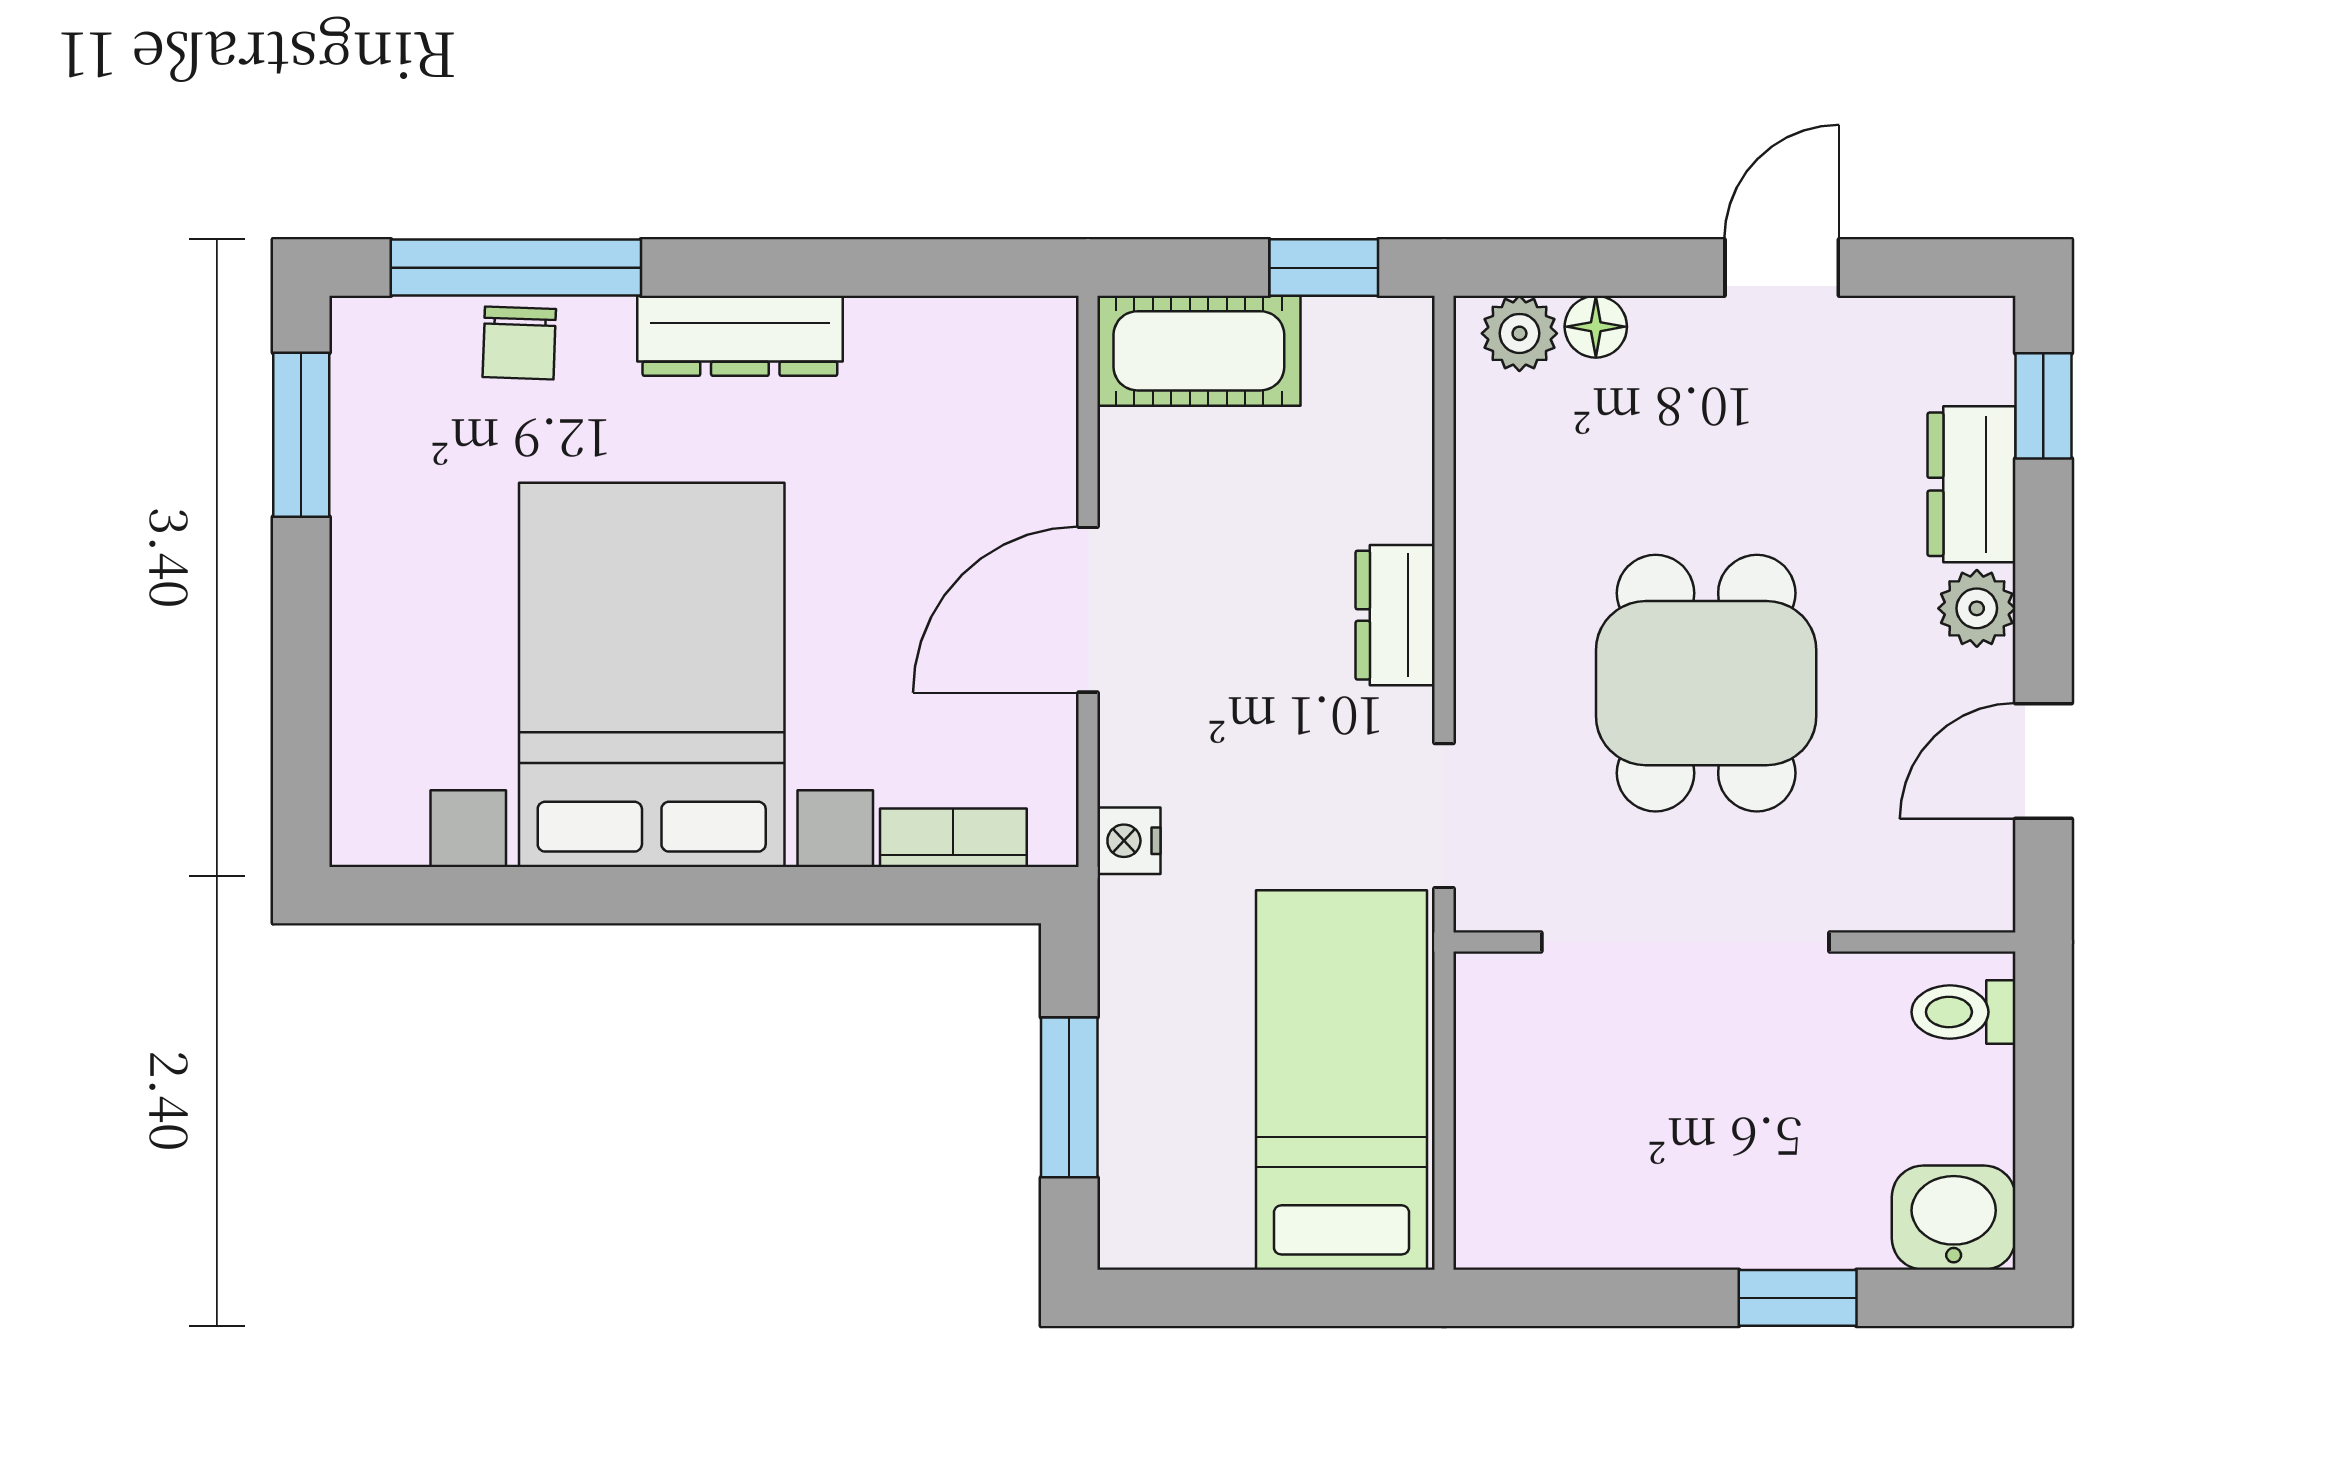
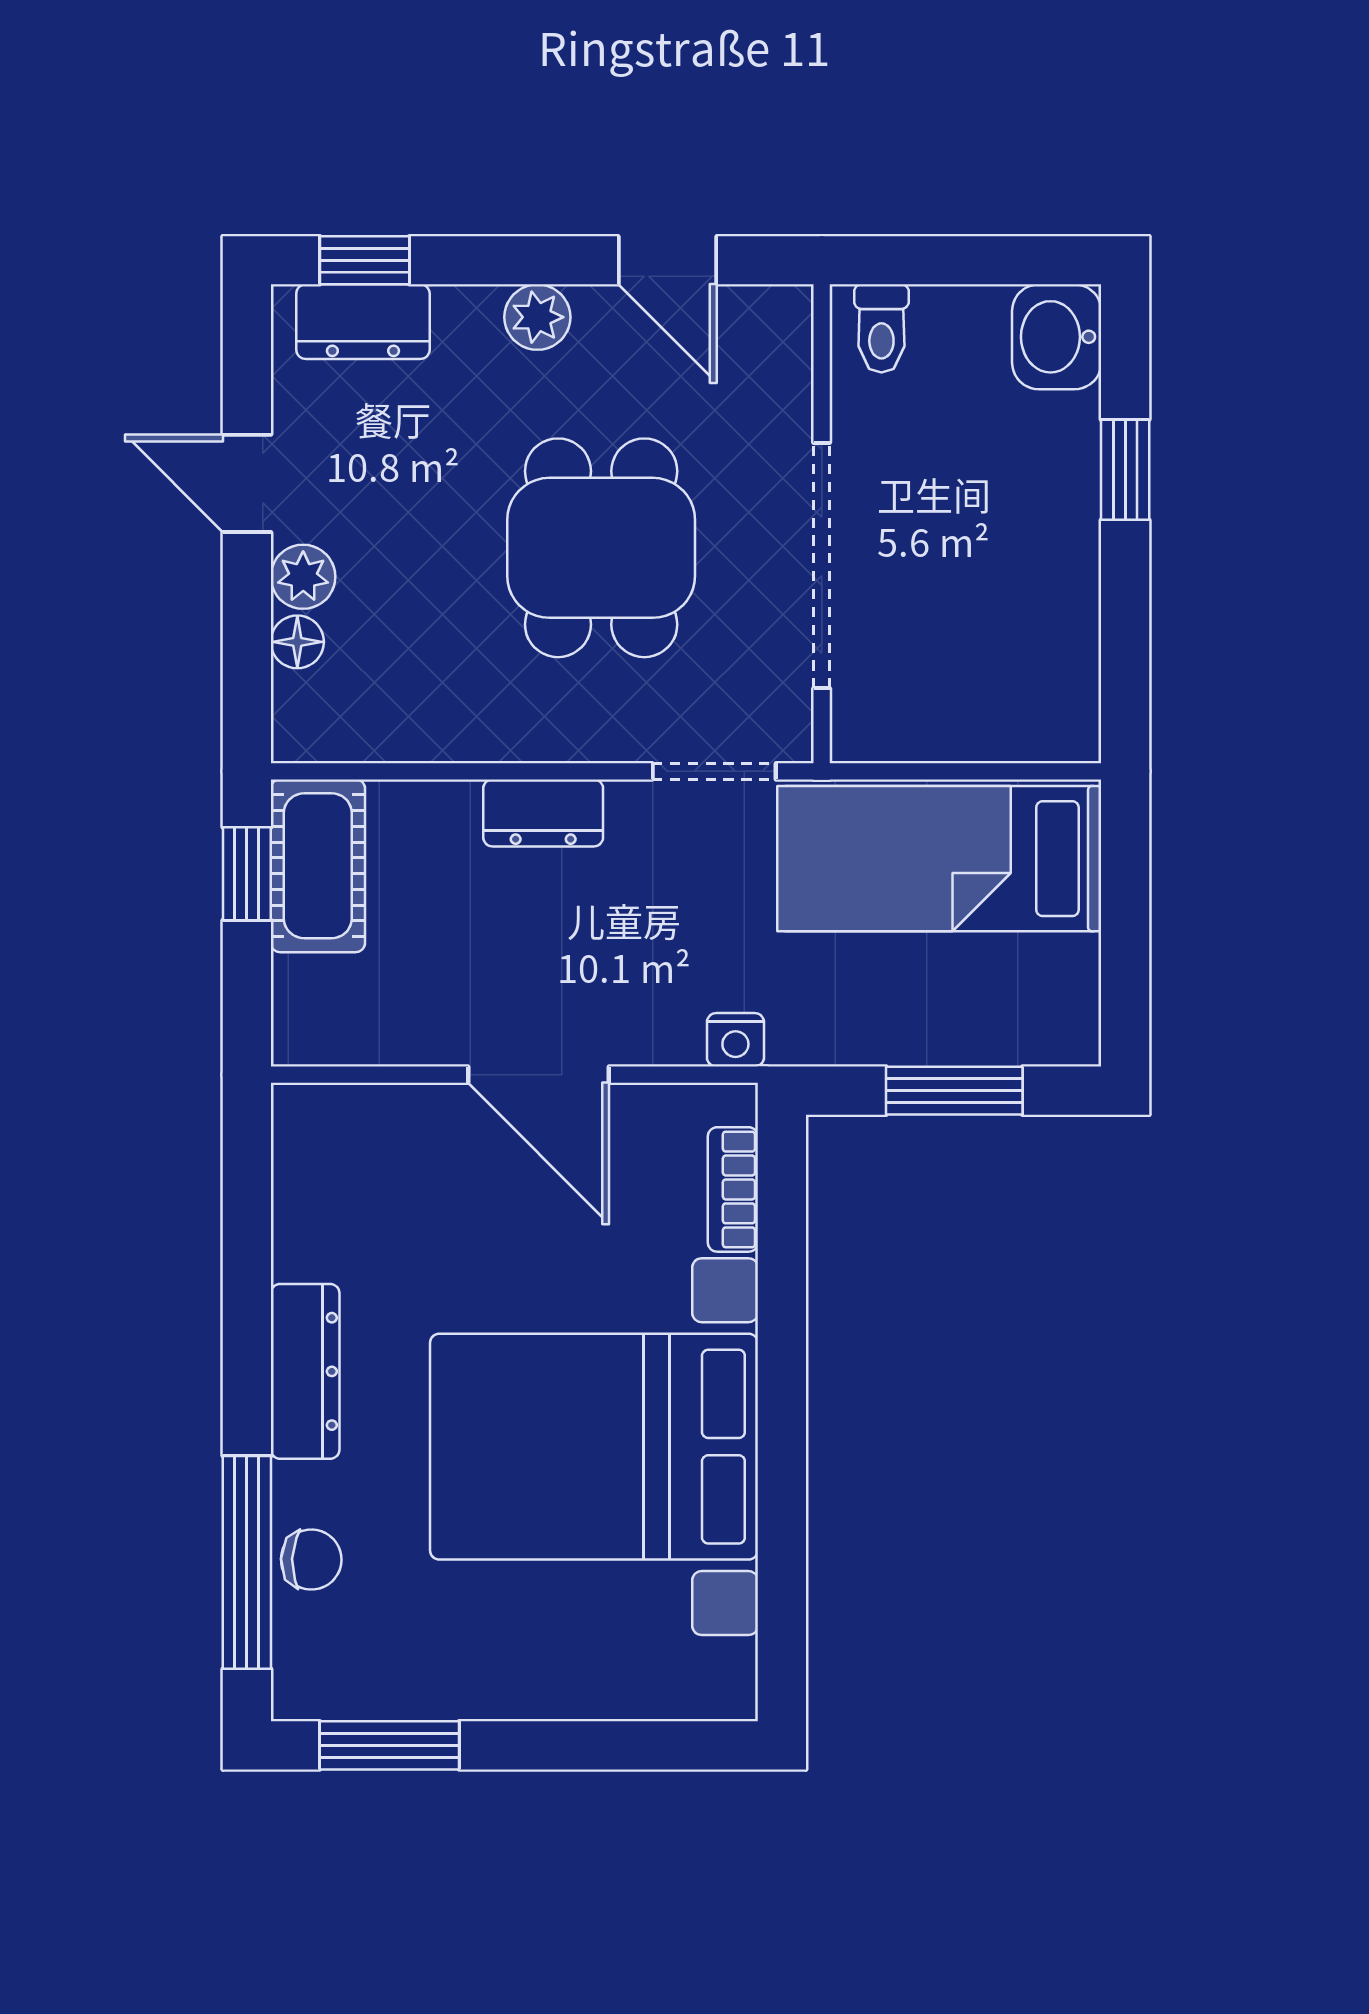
plant: (1519, 333) -> (303, 577), moved
cot: (1199, 351) -> (318, 866), moved
dresser: (1971, 484) -> (363, 322), moved
dining table: (1706, 683) -> (601, 548), turned 90

